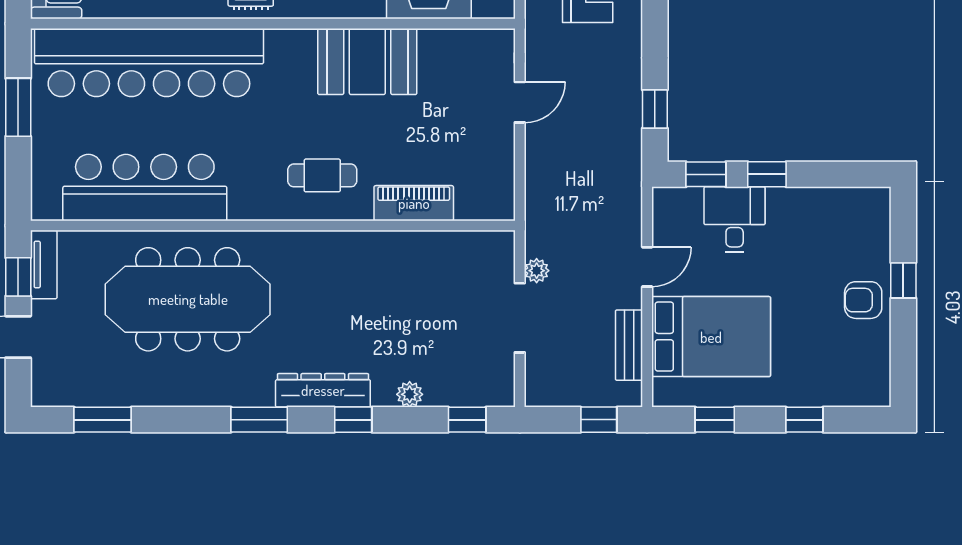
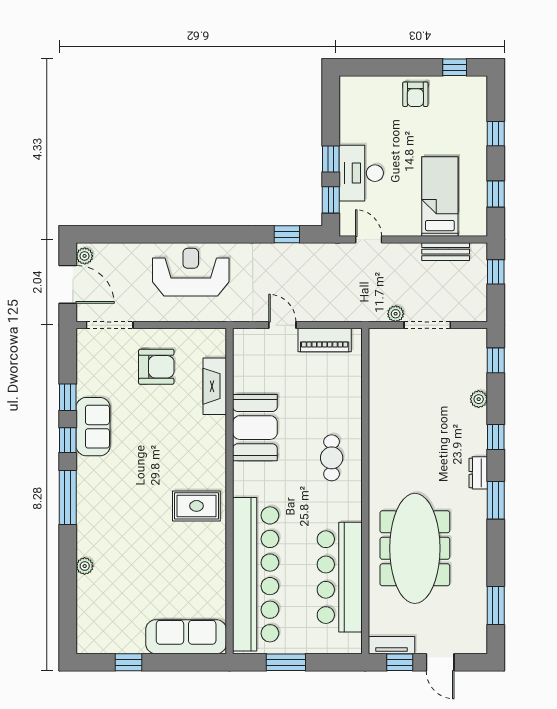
piano: (414, 203) -> (325, 340), moved, turned -90
desk: (735, 219) -> (361, 173), width x1.37
door: (647, 267) -> (369, 239), moved
window: (903, 280) -> (455, 67), moved
bed: (711, 337) -> (440, 196), width x0.67
dresser: (323, 390) -> (478, 473), width x0.51, depth x0.80

